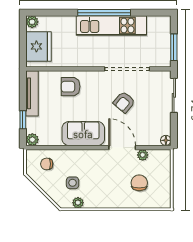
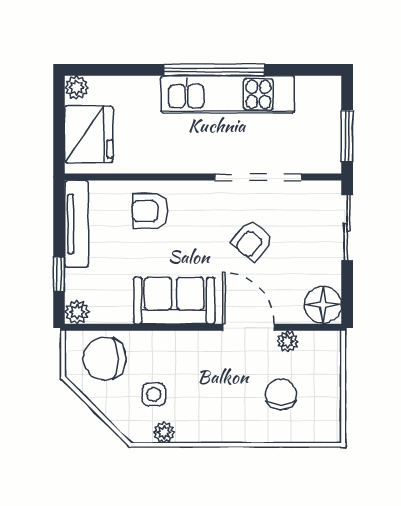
floor lamp: (166, 140) -> (323, 305), width x1.89, depth x1.89
chair: (47, 164) -> (105, 359), width x1.87, depth x1.87

